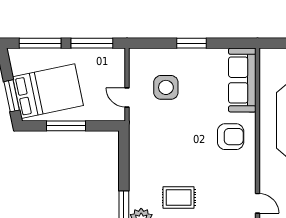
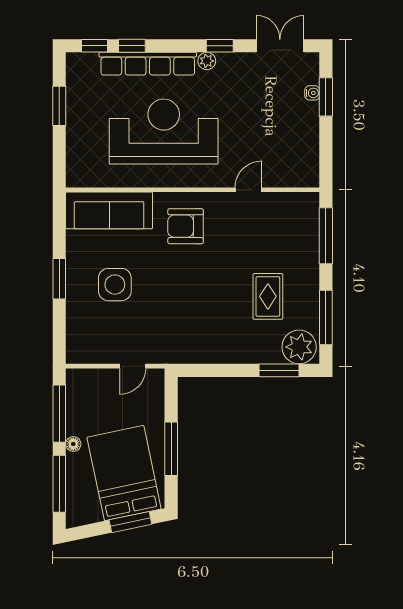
floor lamp: (69, 54) -> (73, 444), added
side table: (166, 87) -> (115, 285), moved
armchair: (231, 137) -> (186, 226), turned -90
door: (257, 203) -> (248, 190), moved

